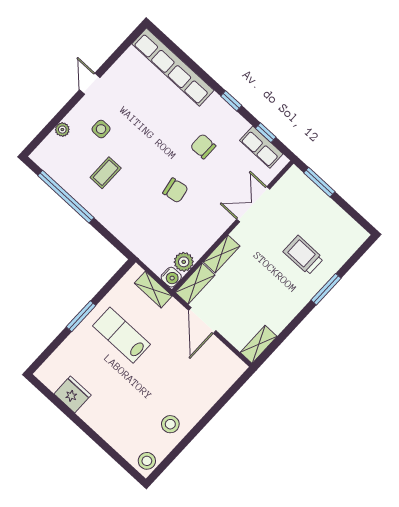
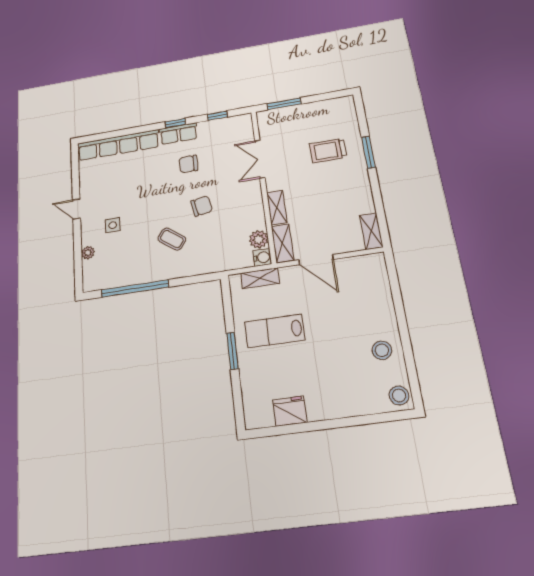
row of seats: (261, 147) -> (179, 134), moved
coffee table: (106, 173) -> (172, 239), moved, turned -53

